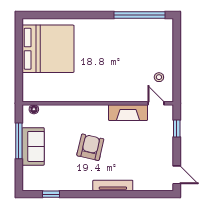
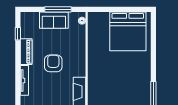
armchair: (90, 147) -> (53, 63), turned -103
piano: (75, 183) -> (26, 52), added

